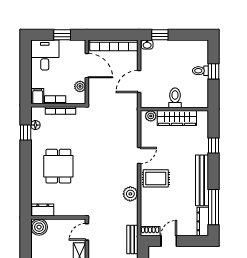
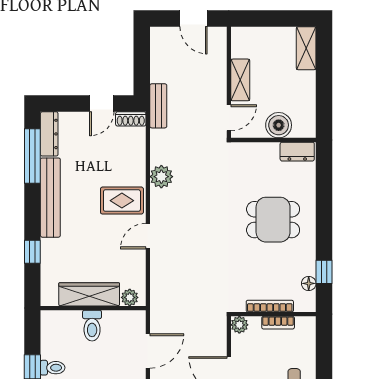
plant: (80, 86) -> (239, 325), moved
filing cabinet: (38, 96) -> (305, 328), removed
dining table: (58, 166) -> (273, 220), turned 90
boiler: (39, 227) -> (279, 125), moved

